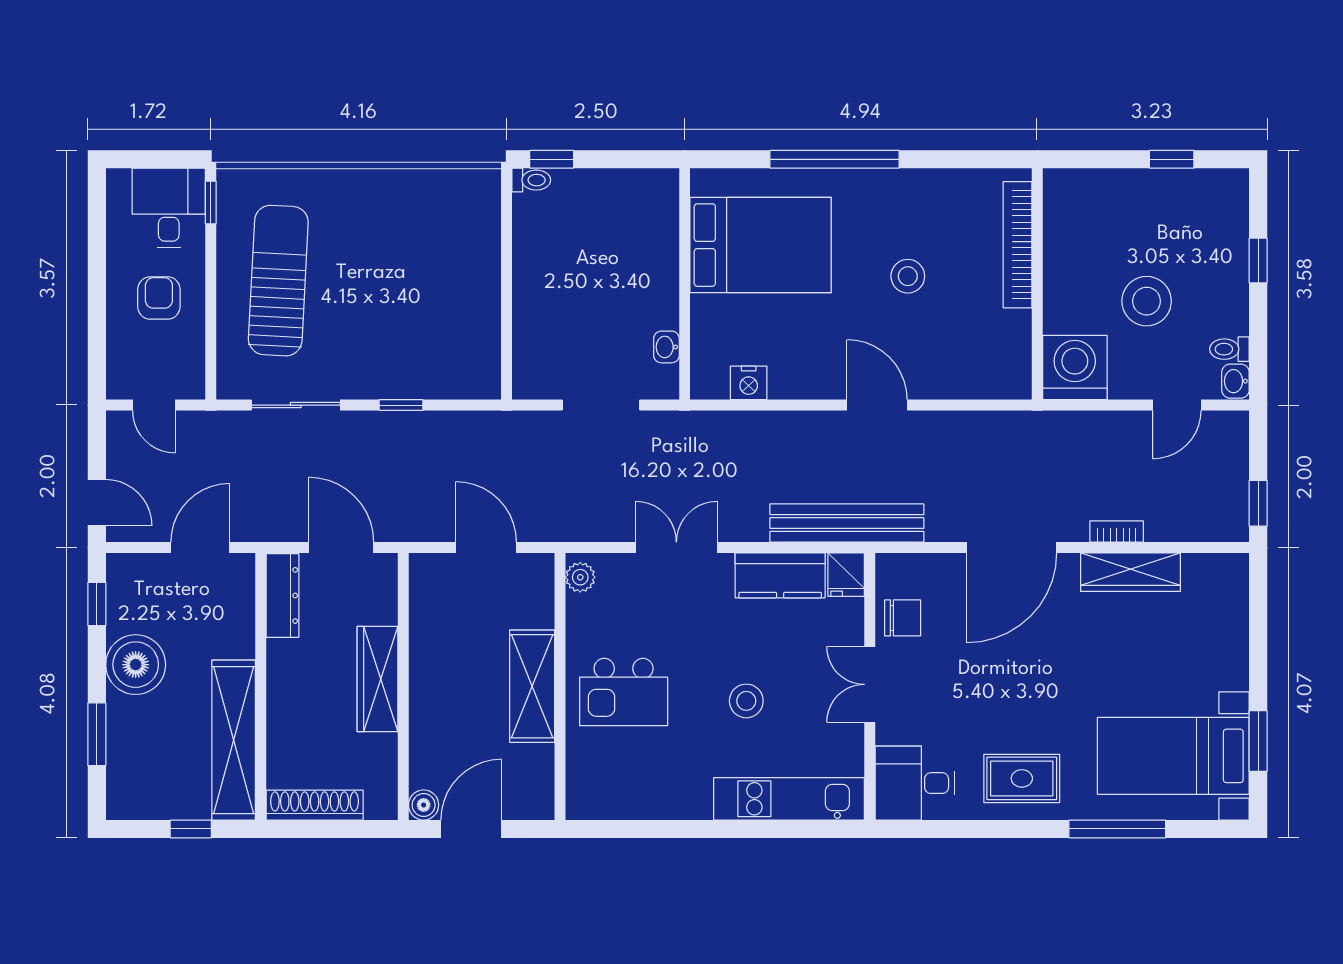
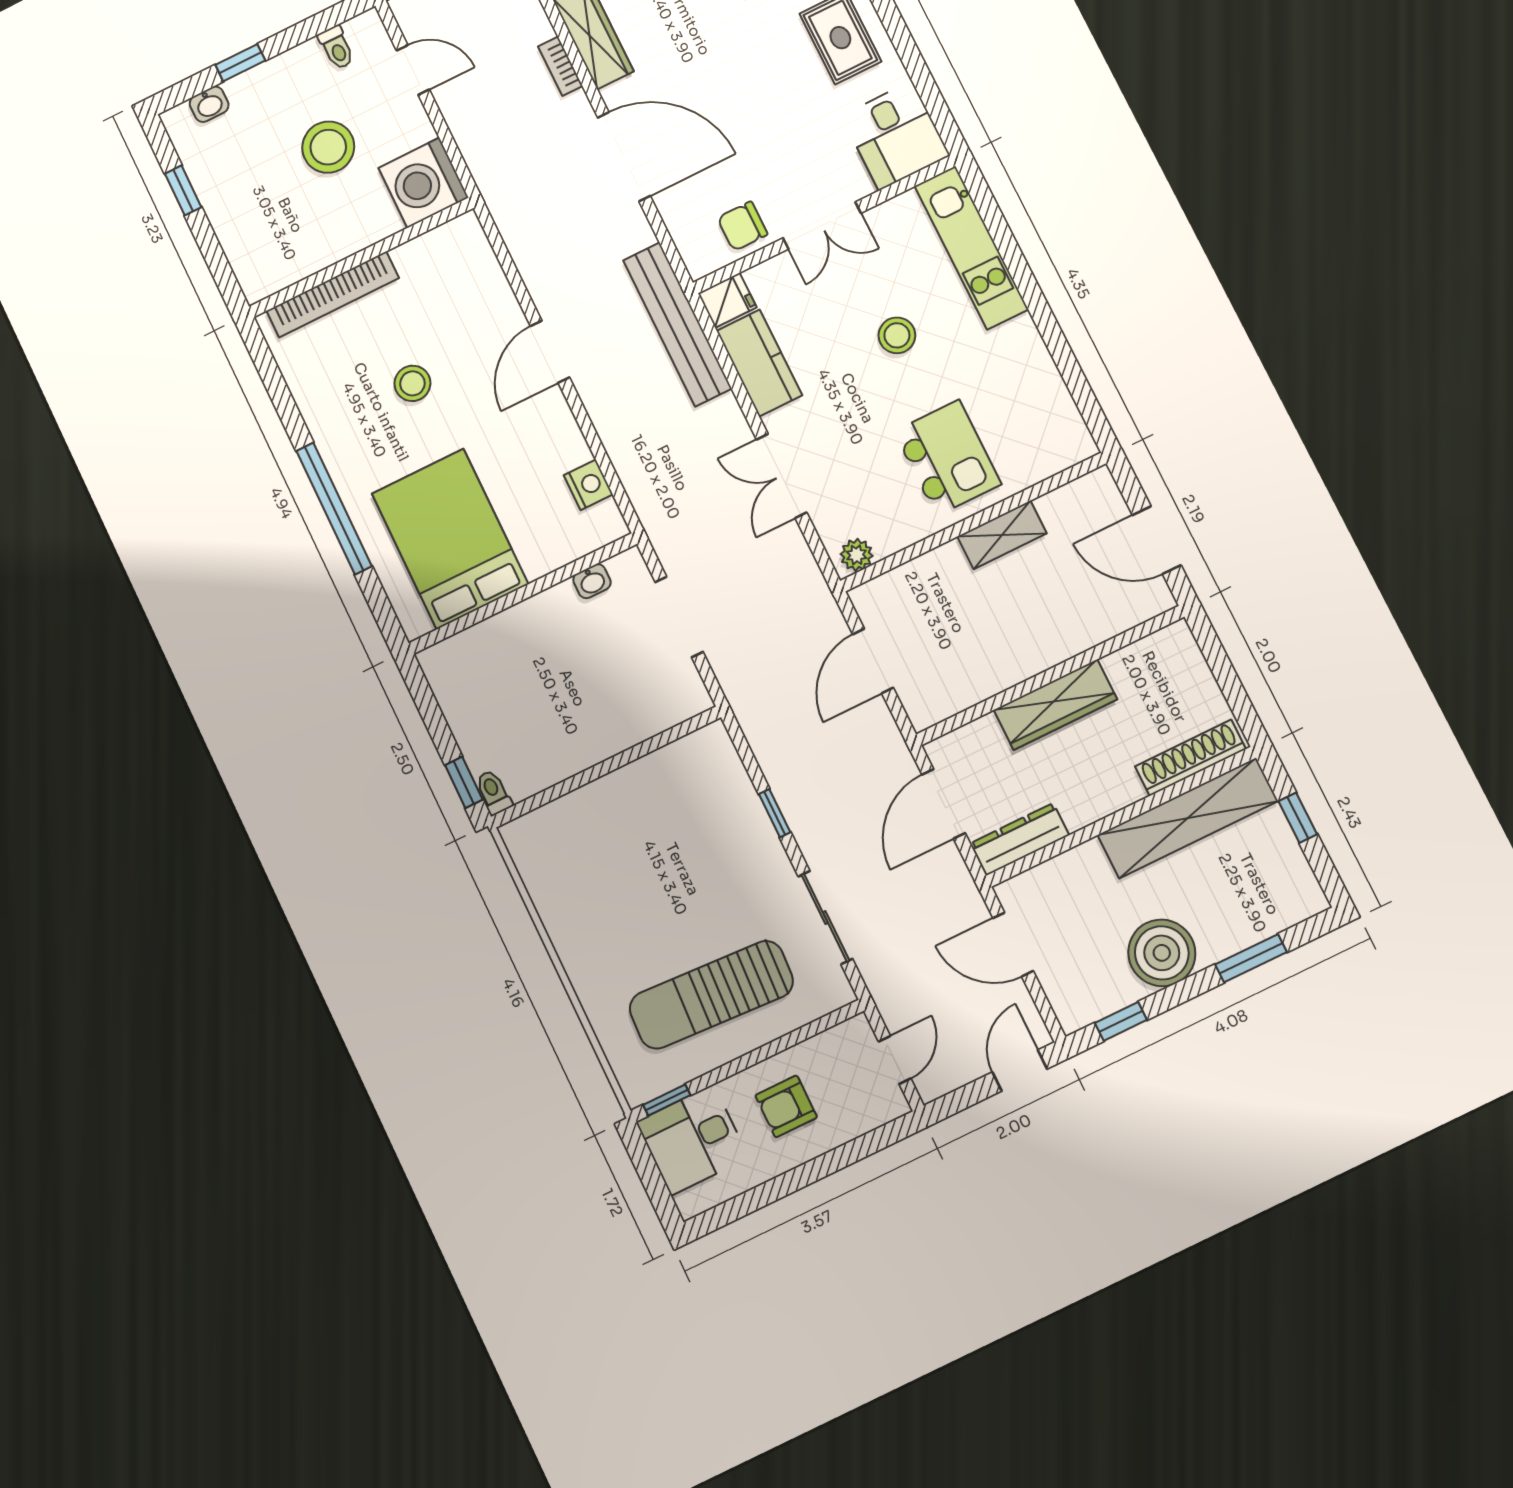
washbasin: (1235, 381) -> (209, 104), moved
chair: (903, 618) -> (742, 226), turned -90
shelving: (532, 686) -> (1002, 535), width x0.67, depth x0.75
shoe rack: (315, 805) -> (1190, 758), moved, turned 90
boiler: (424, 805) -> (1157, 598), removed

